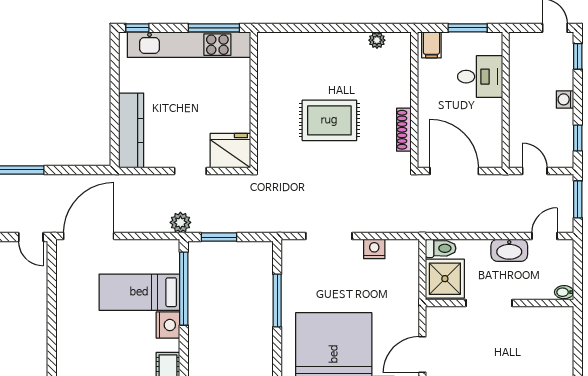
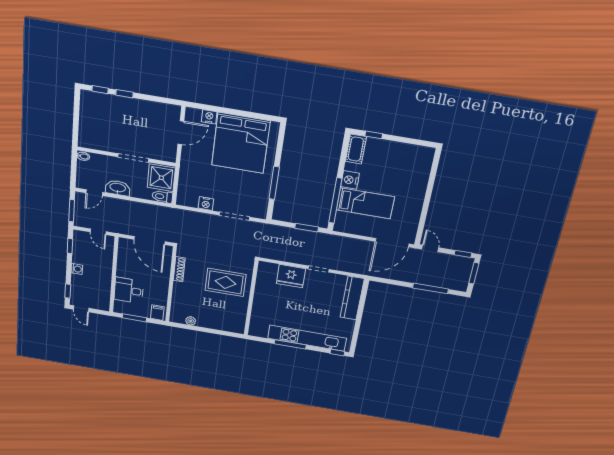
wall: (254, 100) -> (251, 298), moved
plant: (180, 222) -> (330, 240), removed

